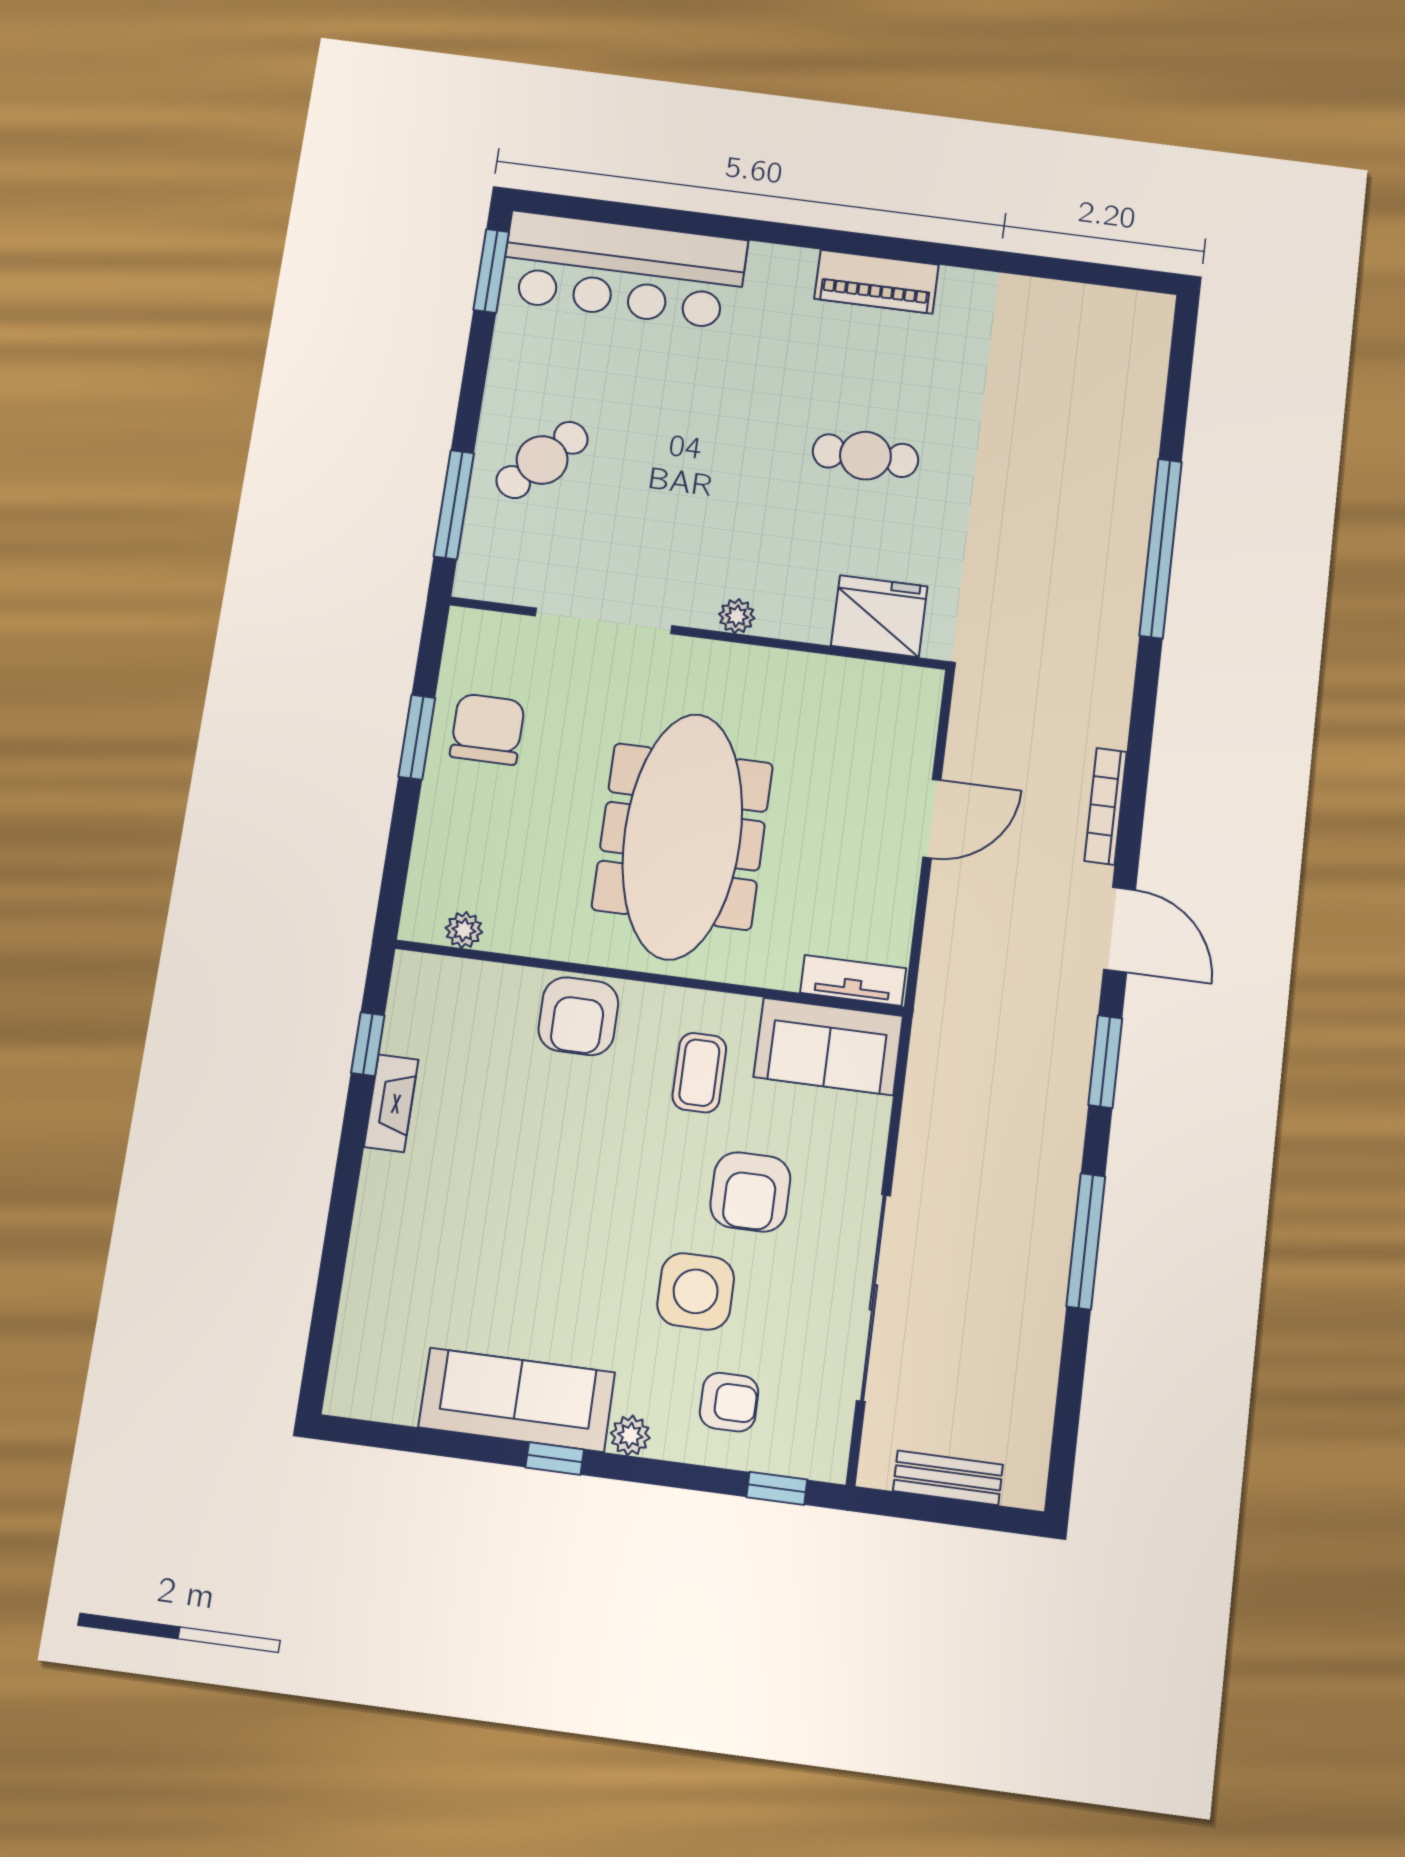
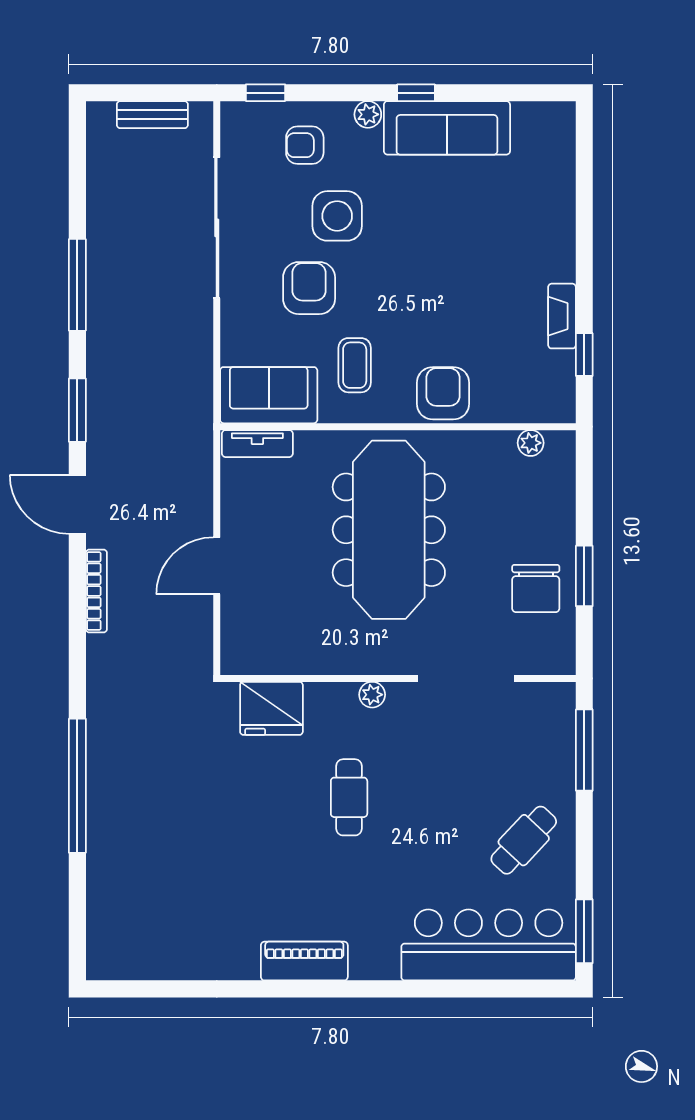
cafe table: (865, 456) -> (349, 797), moved, turned 90
cafe table: (542, 460) -> (524, 840), moved

